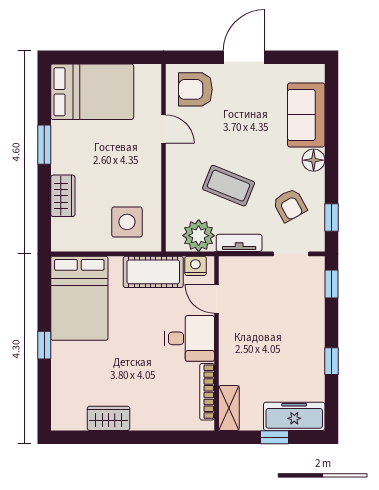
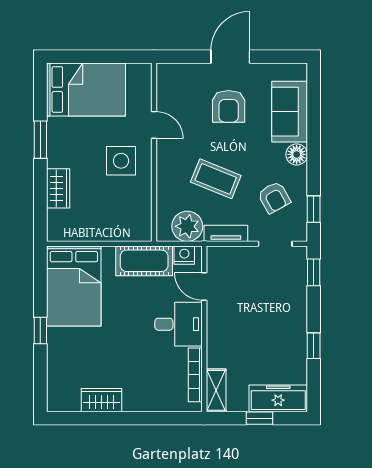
armchair: (195, 89) -> (229, 106), moved, turned -90
side table: (127, 222) -> (121, 161), moved

